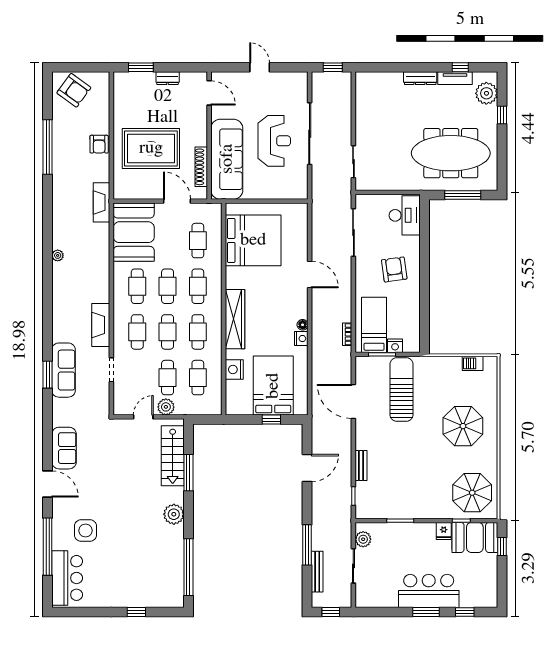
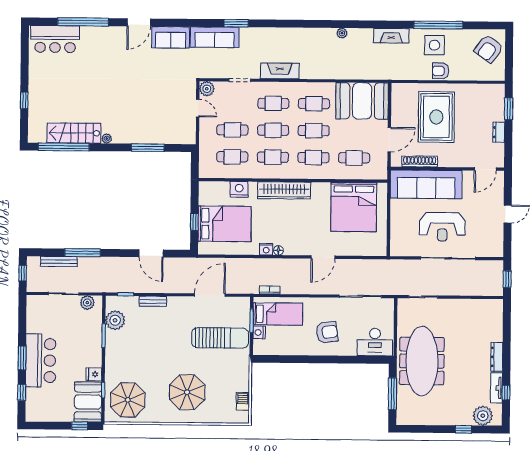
meeting table: (451, 153) -> (422, 361), moved
fireplace: (102, 202) -> (391, 36), moved, turned 180
sofa: (64, 370) -> (215, 37), moved
plant: (166, 407) -> (207, 89), moved
stairs: (173, 456) -> (74, 133), moved
plant: (383, 508) -> (115, 320), added
plant: (174, 514) -> (107, 139), width x0.53, depth x0.53
side table: (85, 531) -> (434, 45), moved

